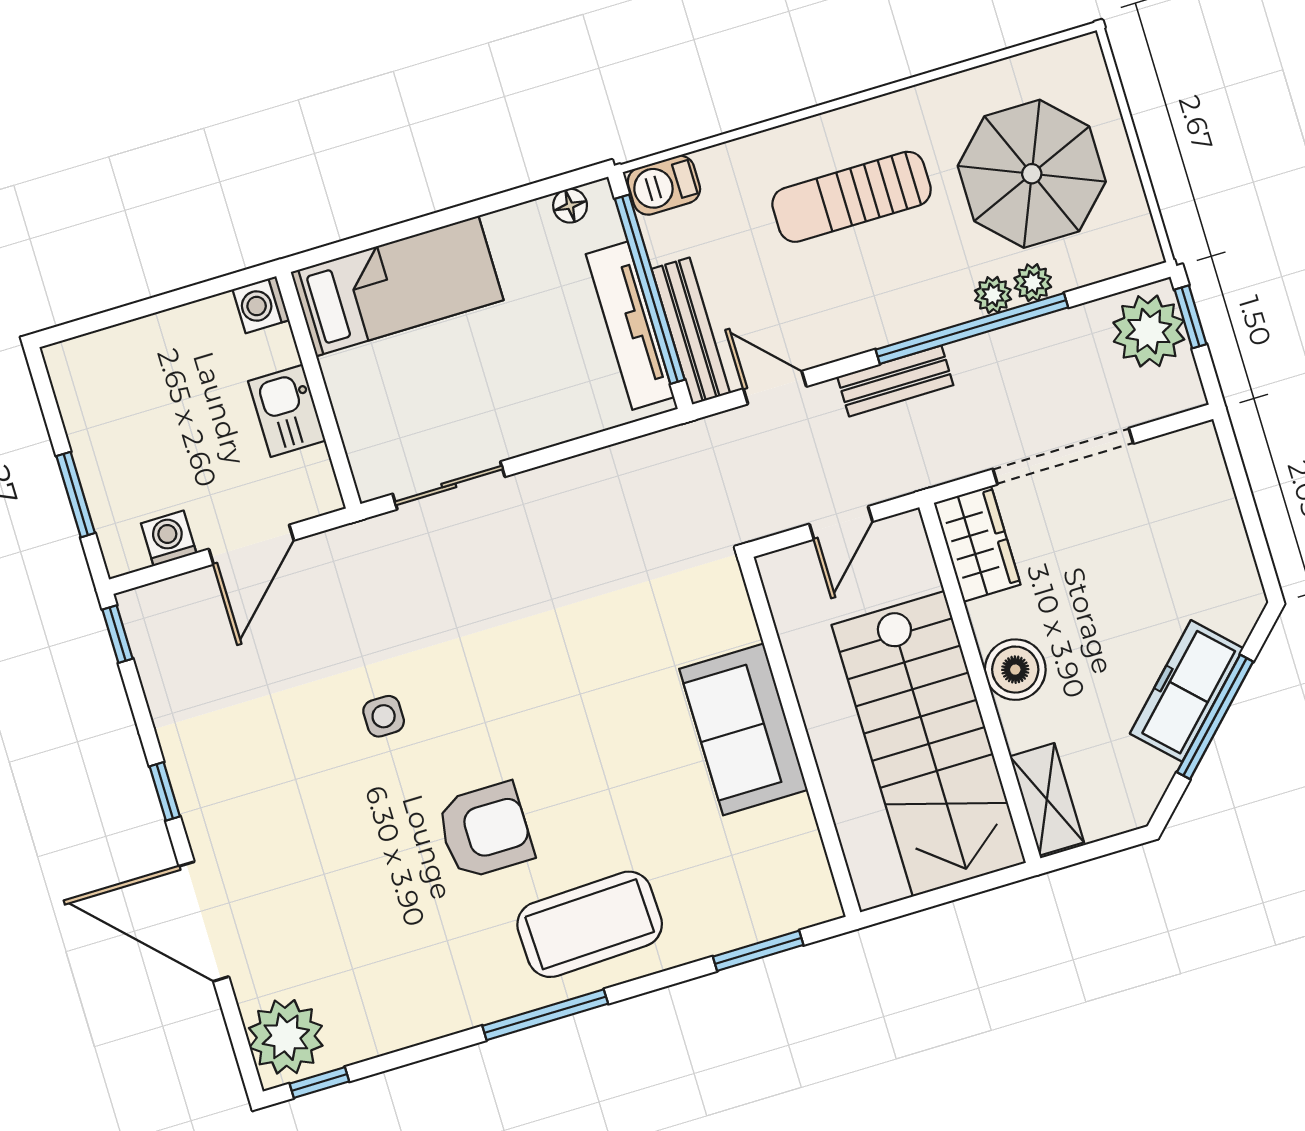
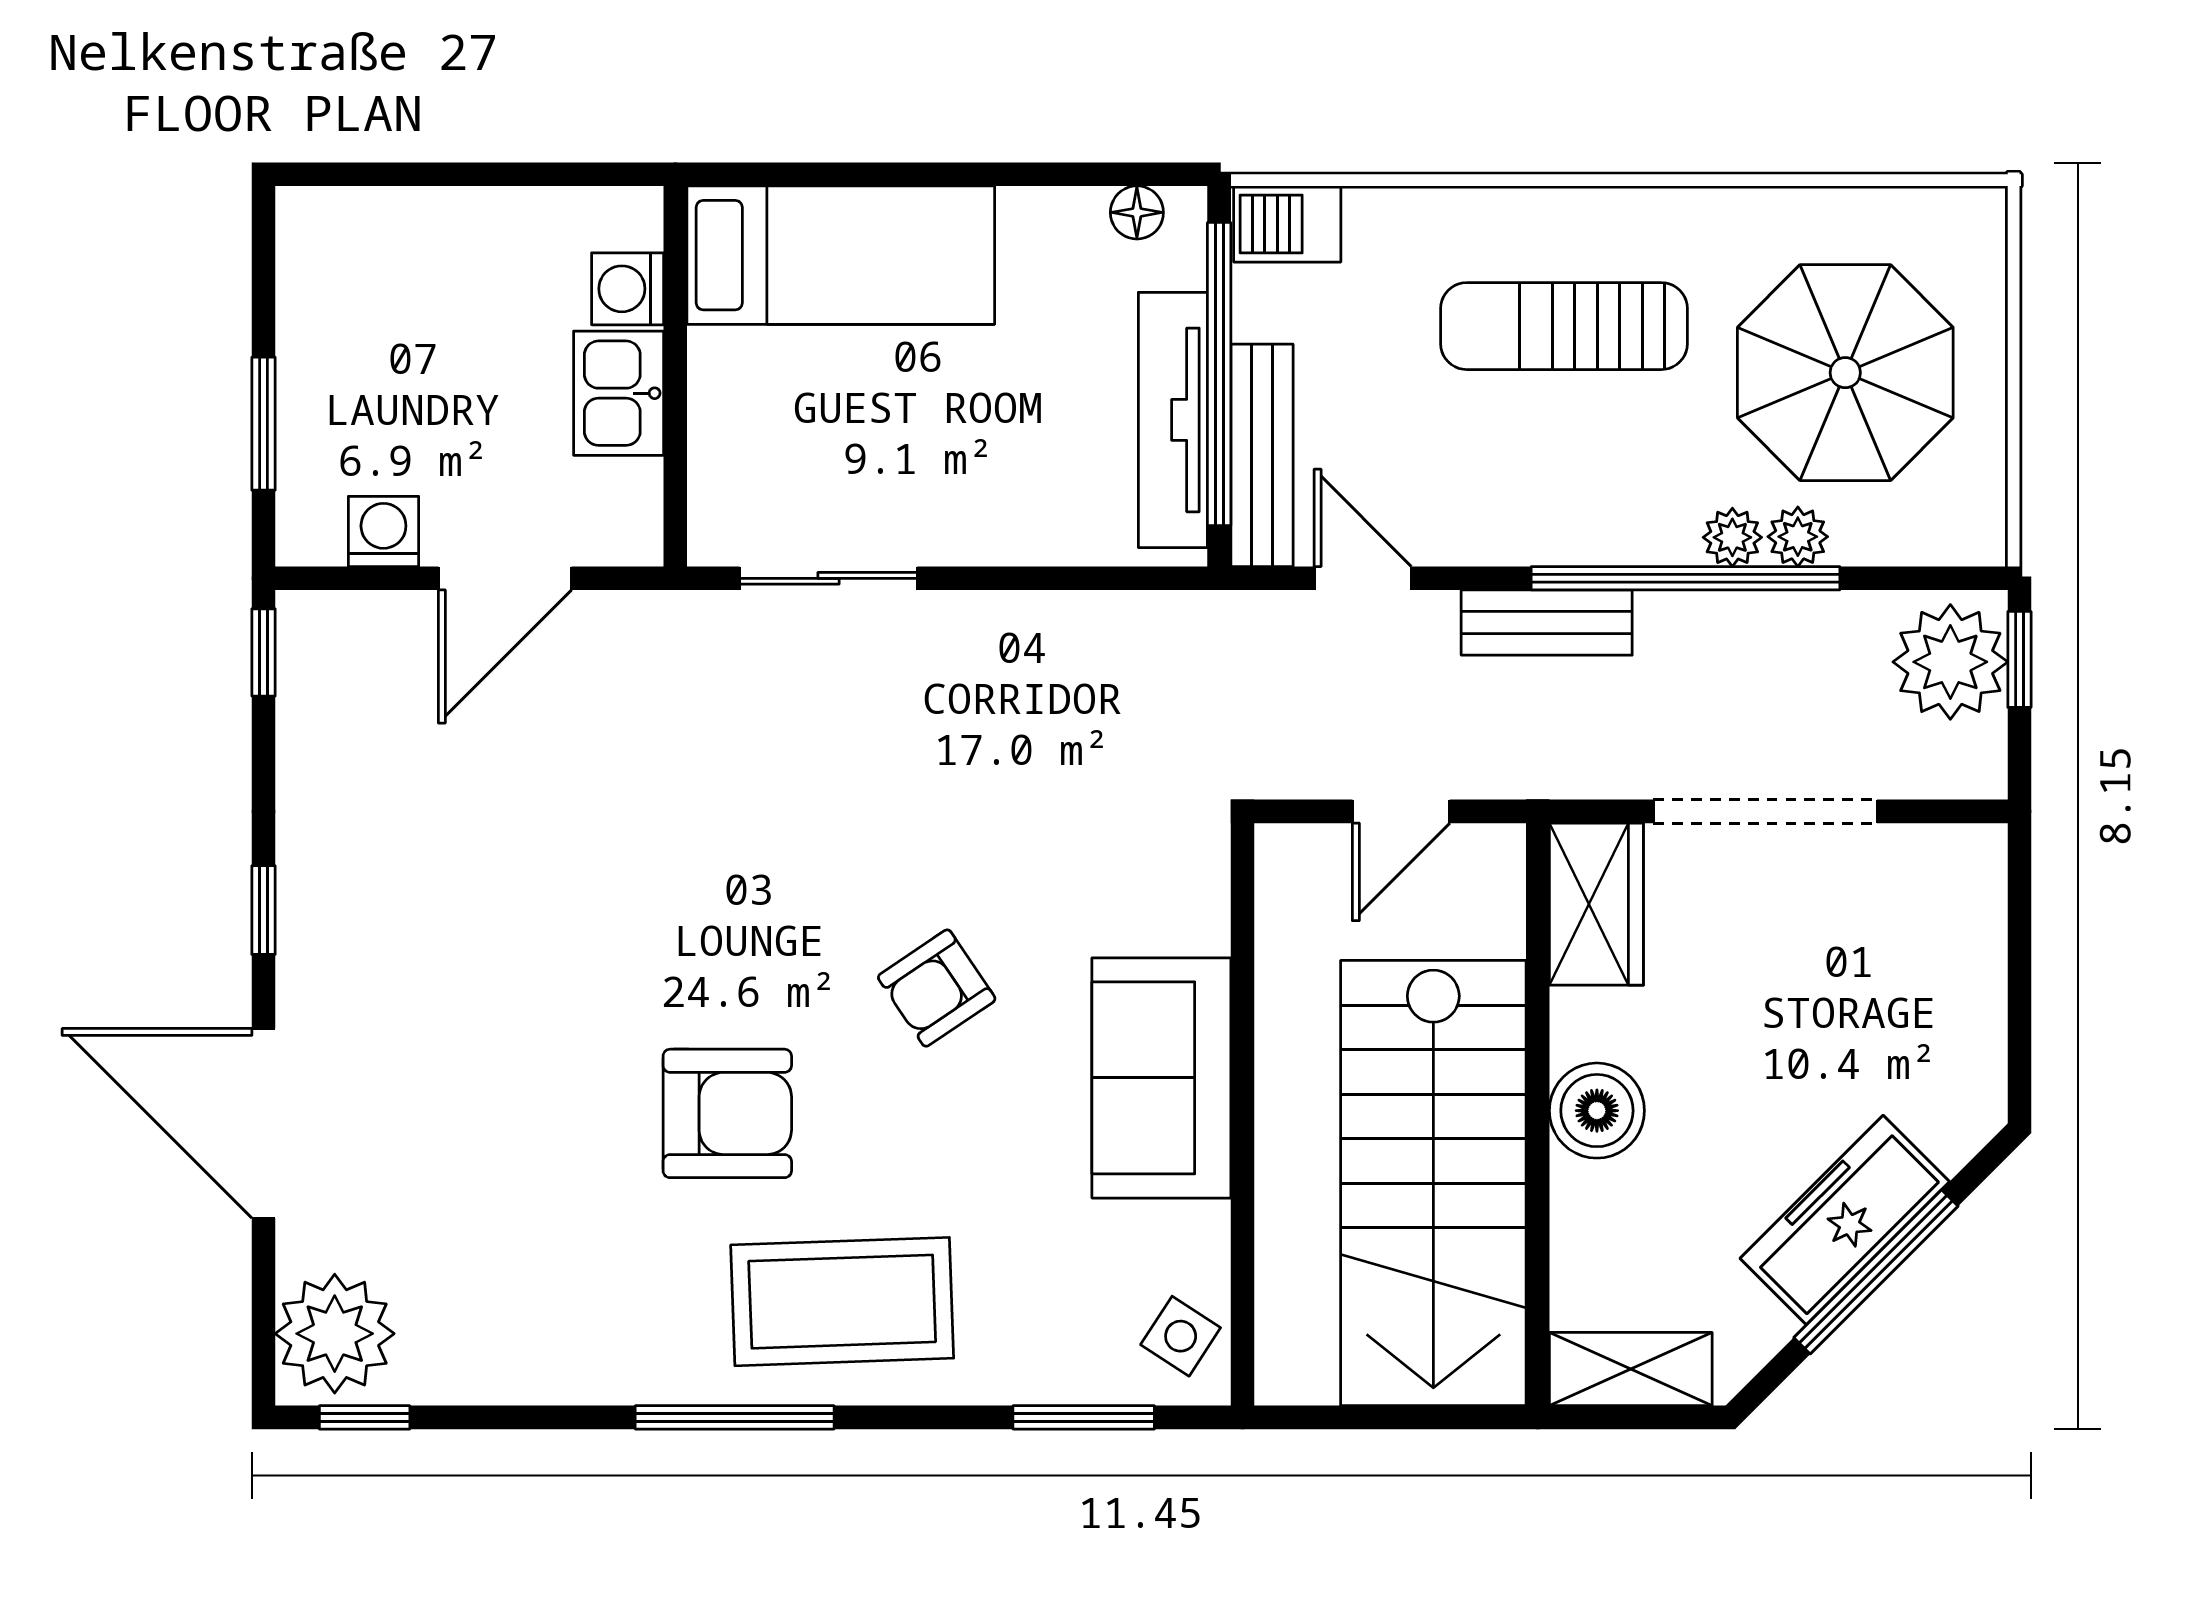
washing machine: (261, 305) -> (628, 289), moved
side table: (384, 716) -> (1181, 1336), moved, turned 33
armchair: (590, 716) -> (937, 988), added
shelving: (1047, 799) -> (1631, 1369), moved, turned 90

